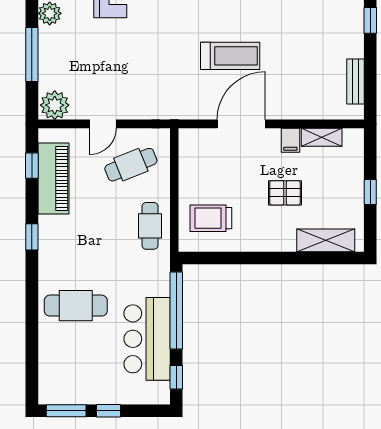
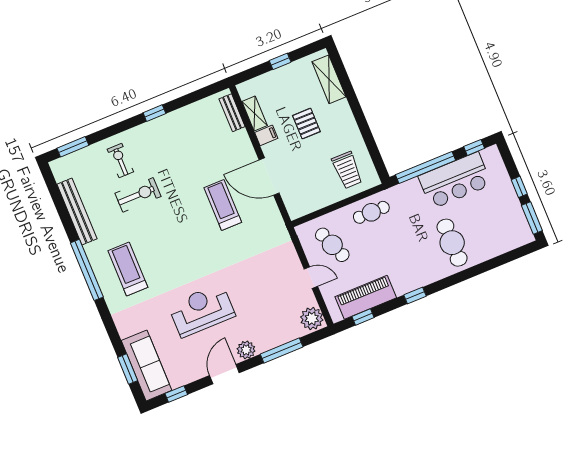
bench: (355, 81) -> (232, 113), moved, turned 90

